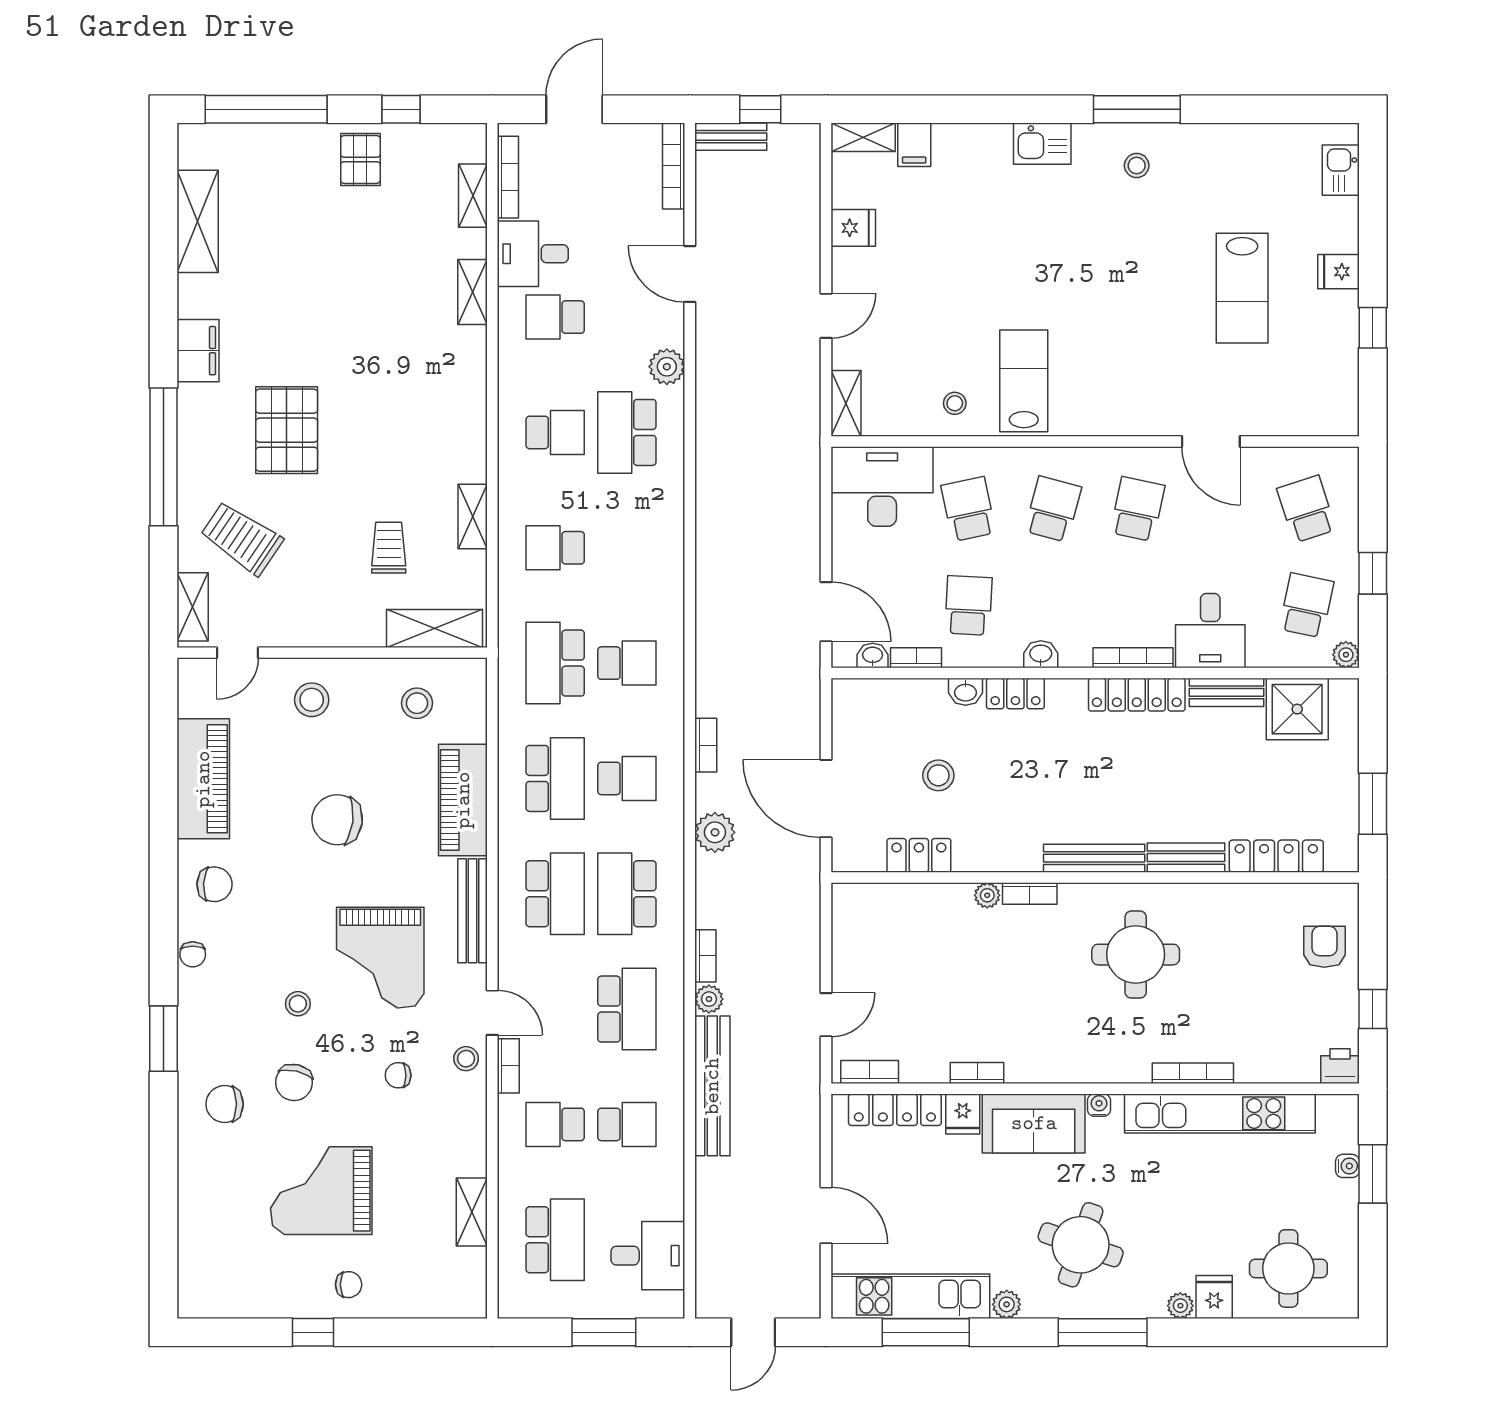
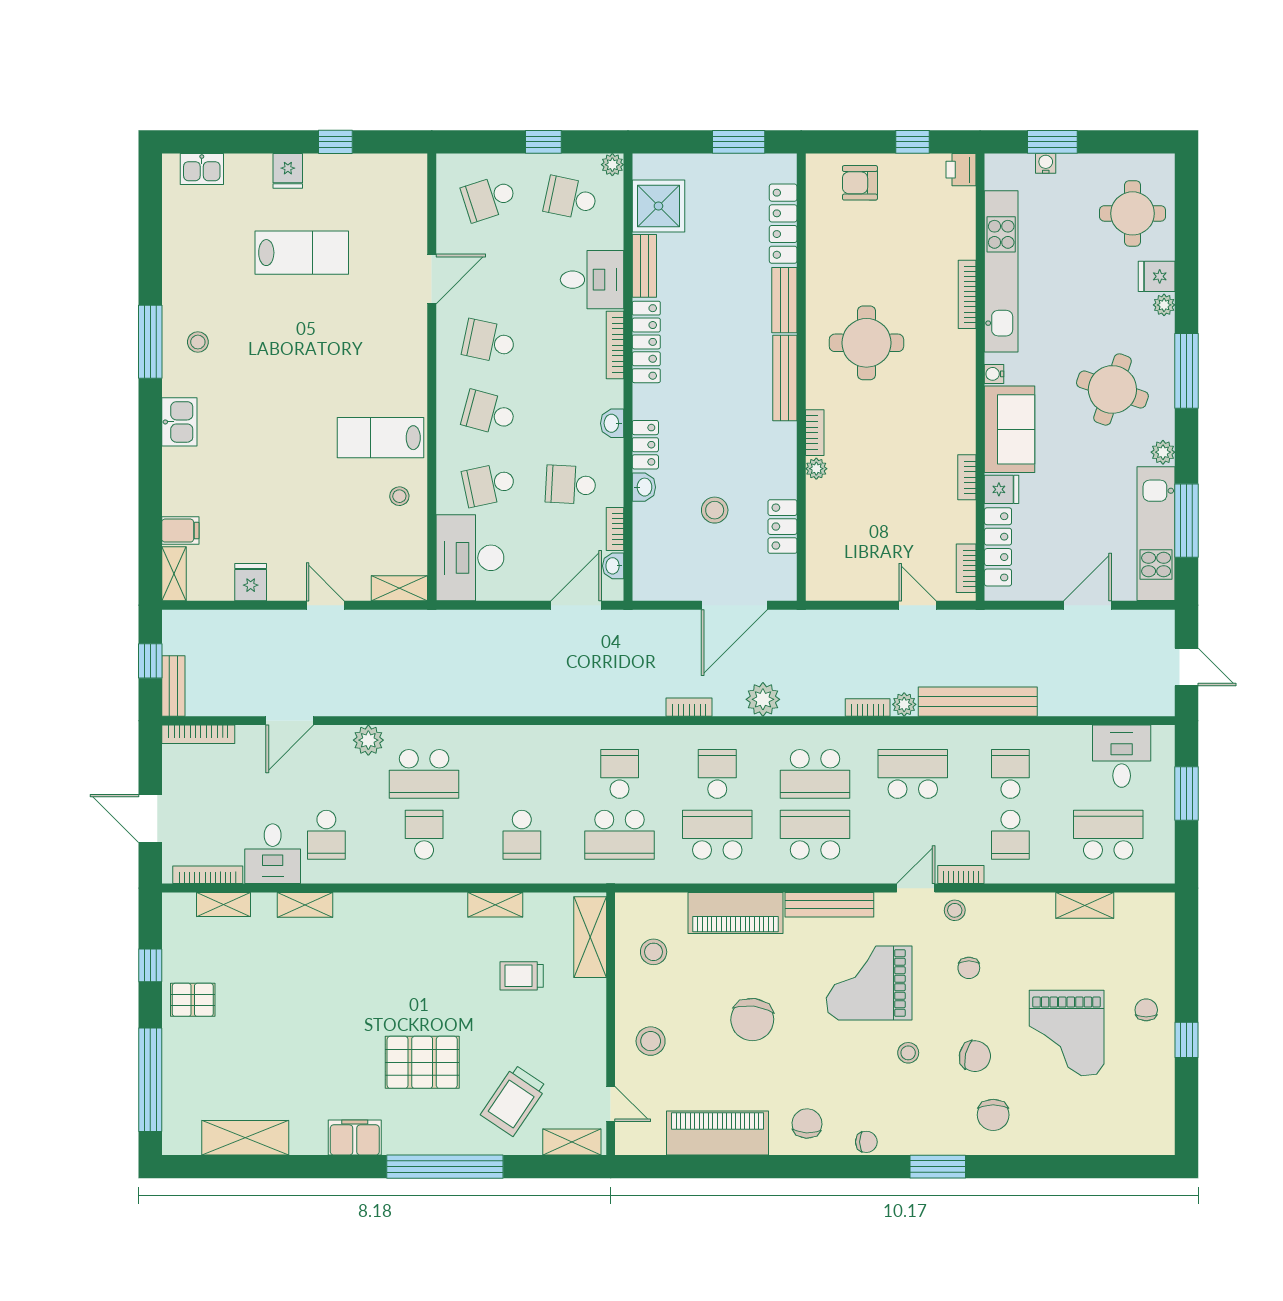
grand piano: (380, 958) -> (869, 983), turned 180

